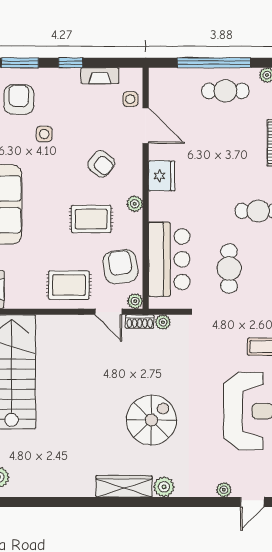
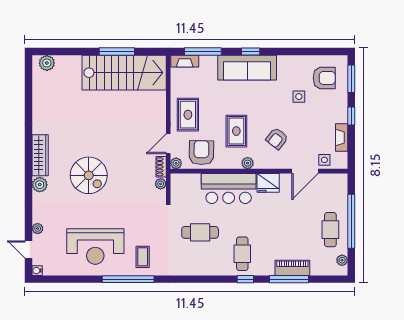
bar counter: (169, 259) -> (229, 188), moved
armchair: (120, 267) -> (201, 153), turned -81

